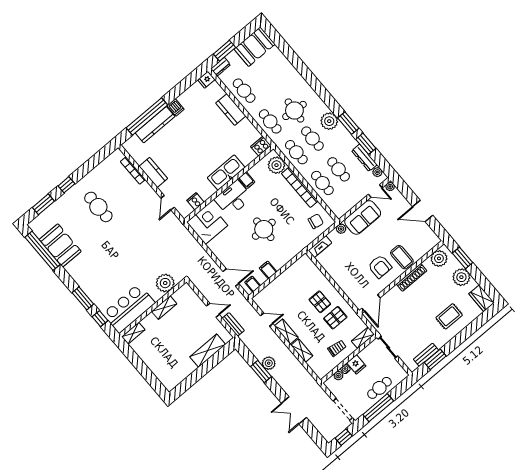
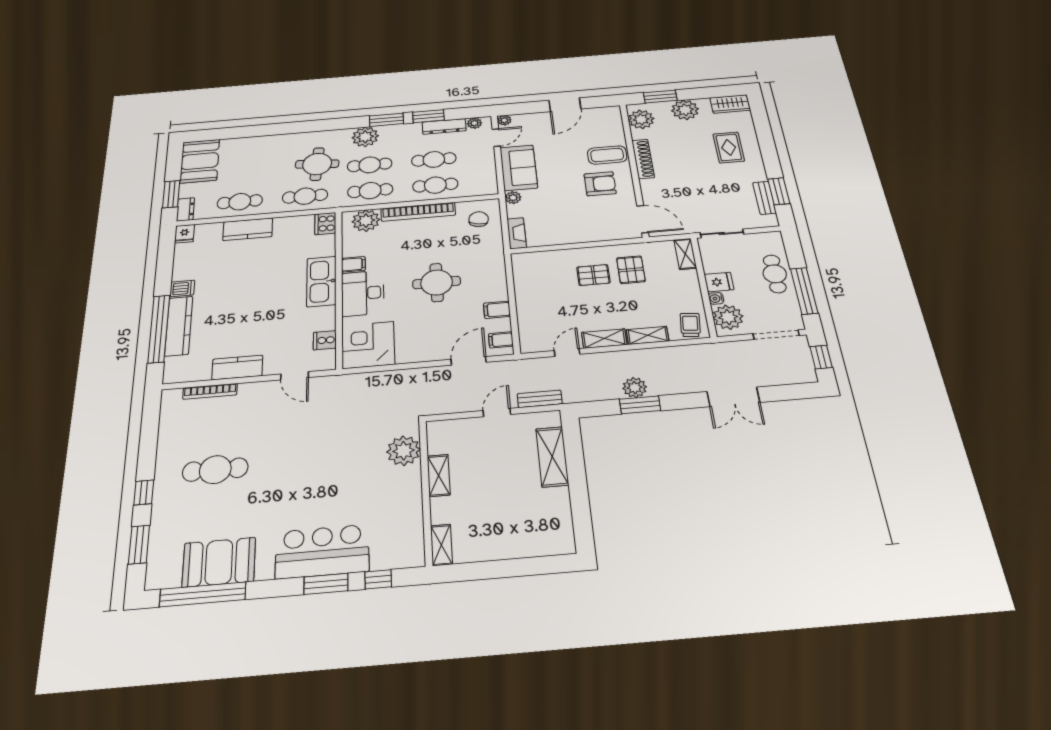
bar counter: (129, 308) -> (322, 552), moved, turned 90
trolley: (337, 348) -> (690, 325), moved
plant: (338, 376) -> (728, 317), width x1.88, depth x1.88

